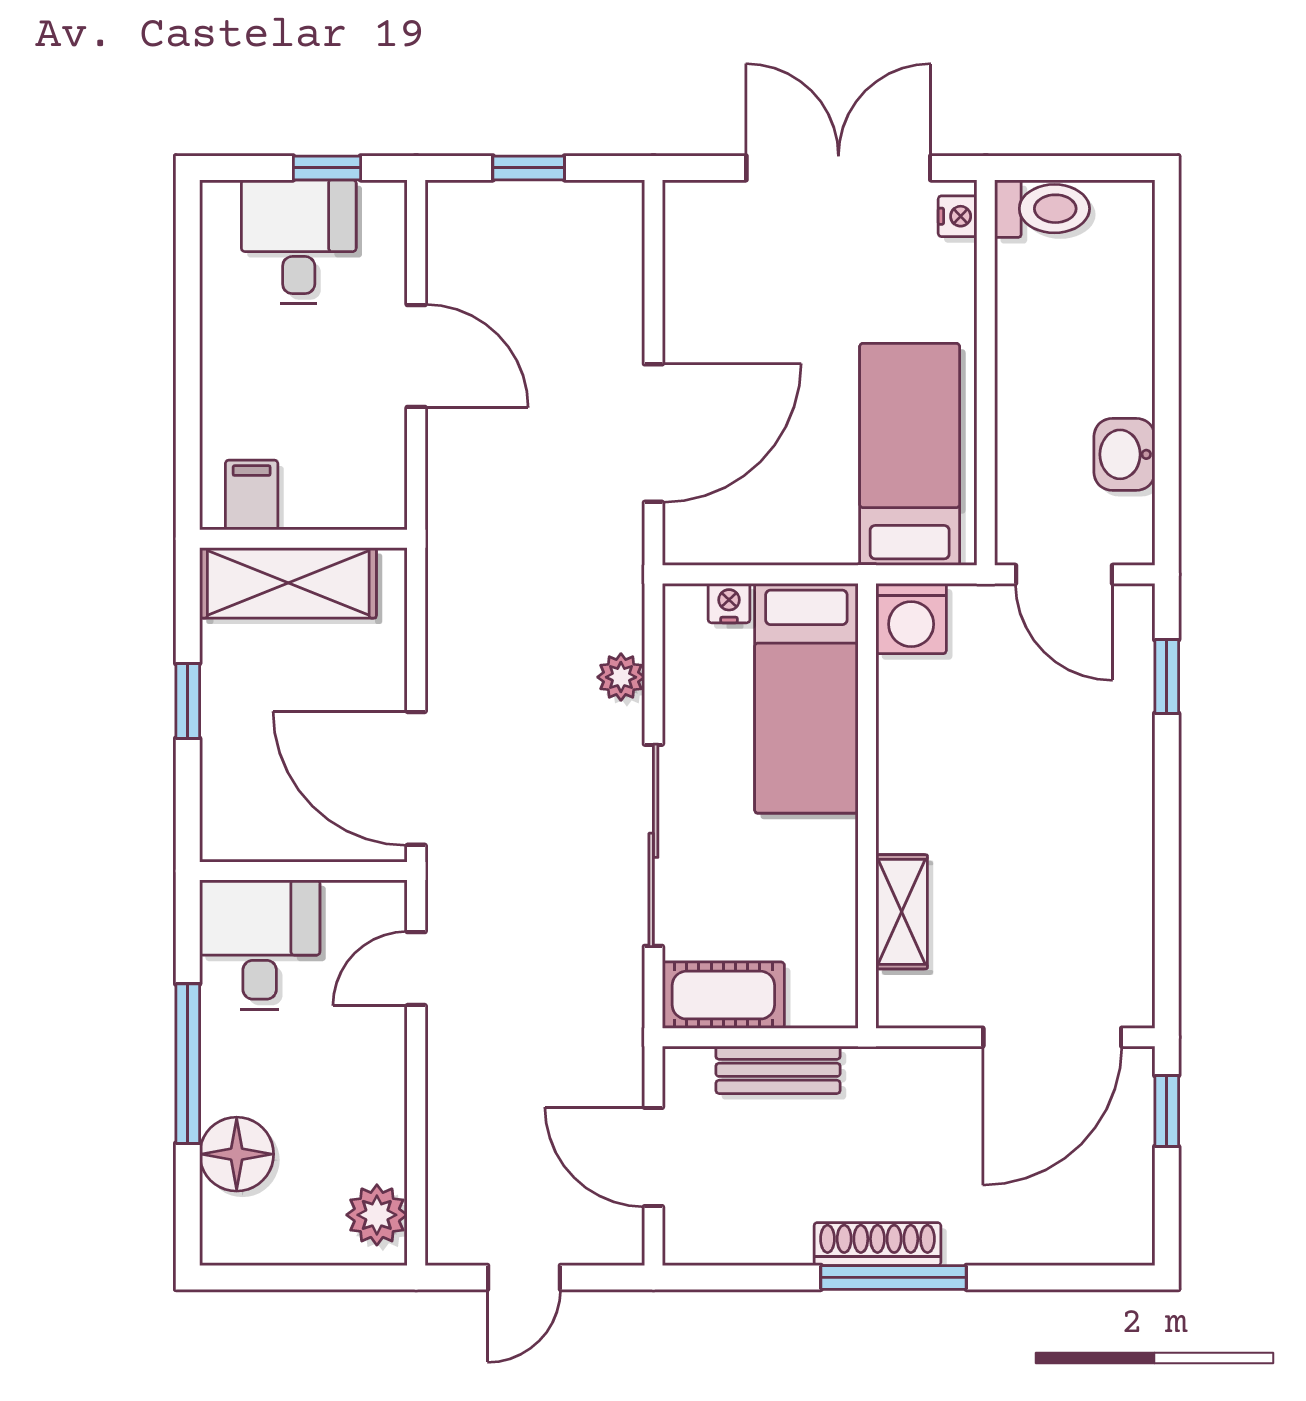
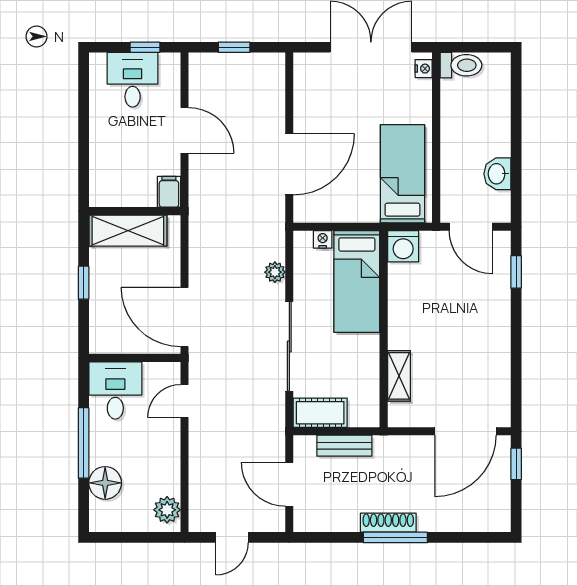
filing cabinet: (252, 495) -> (169, 192), moved

